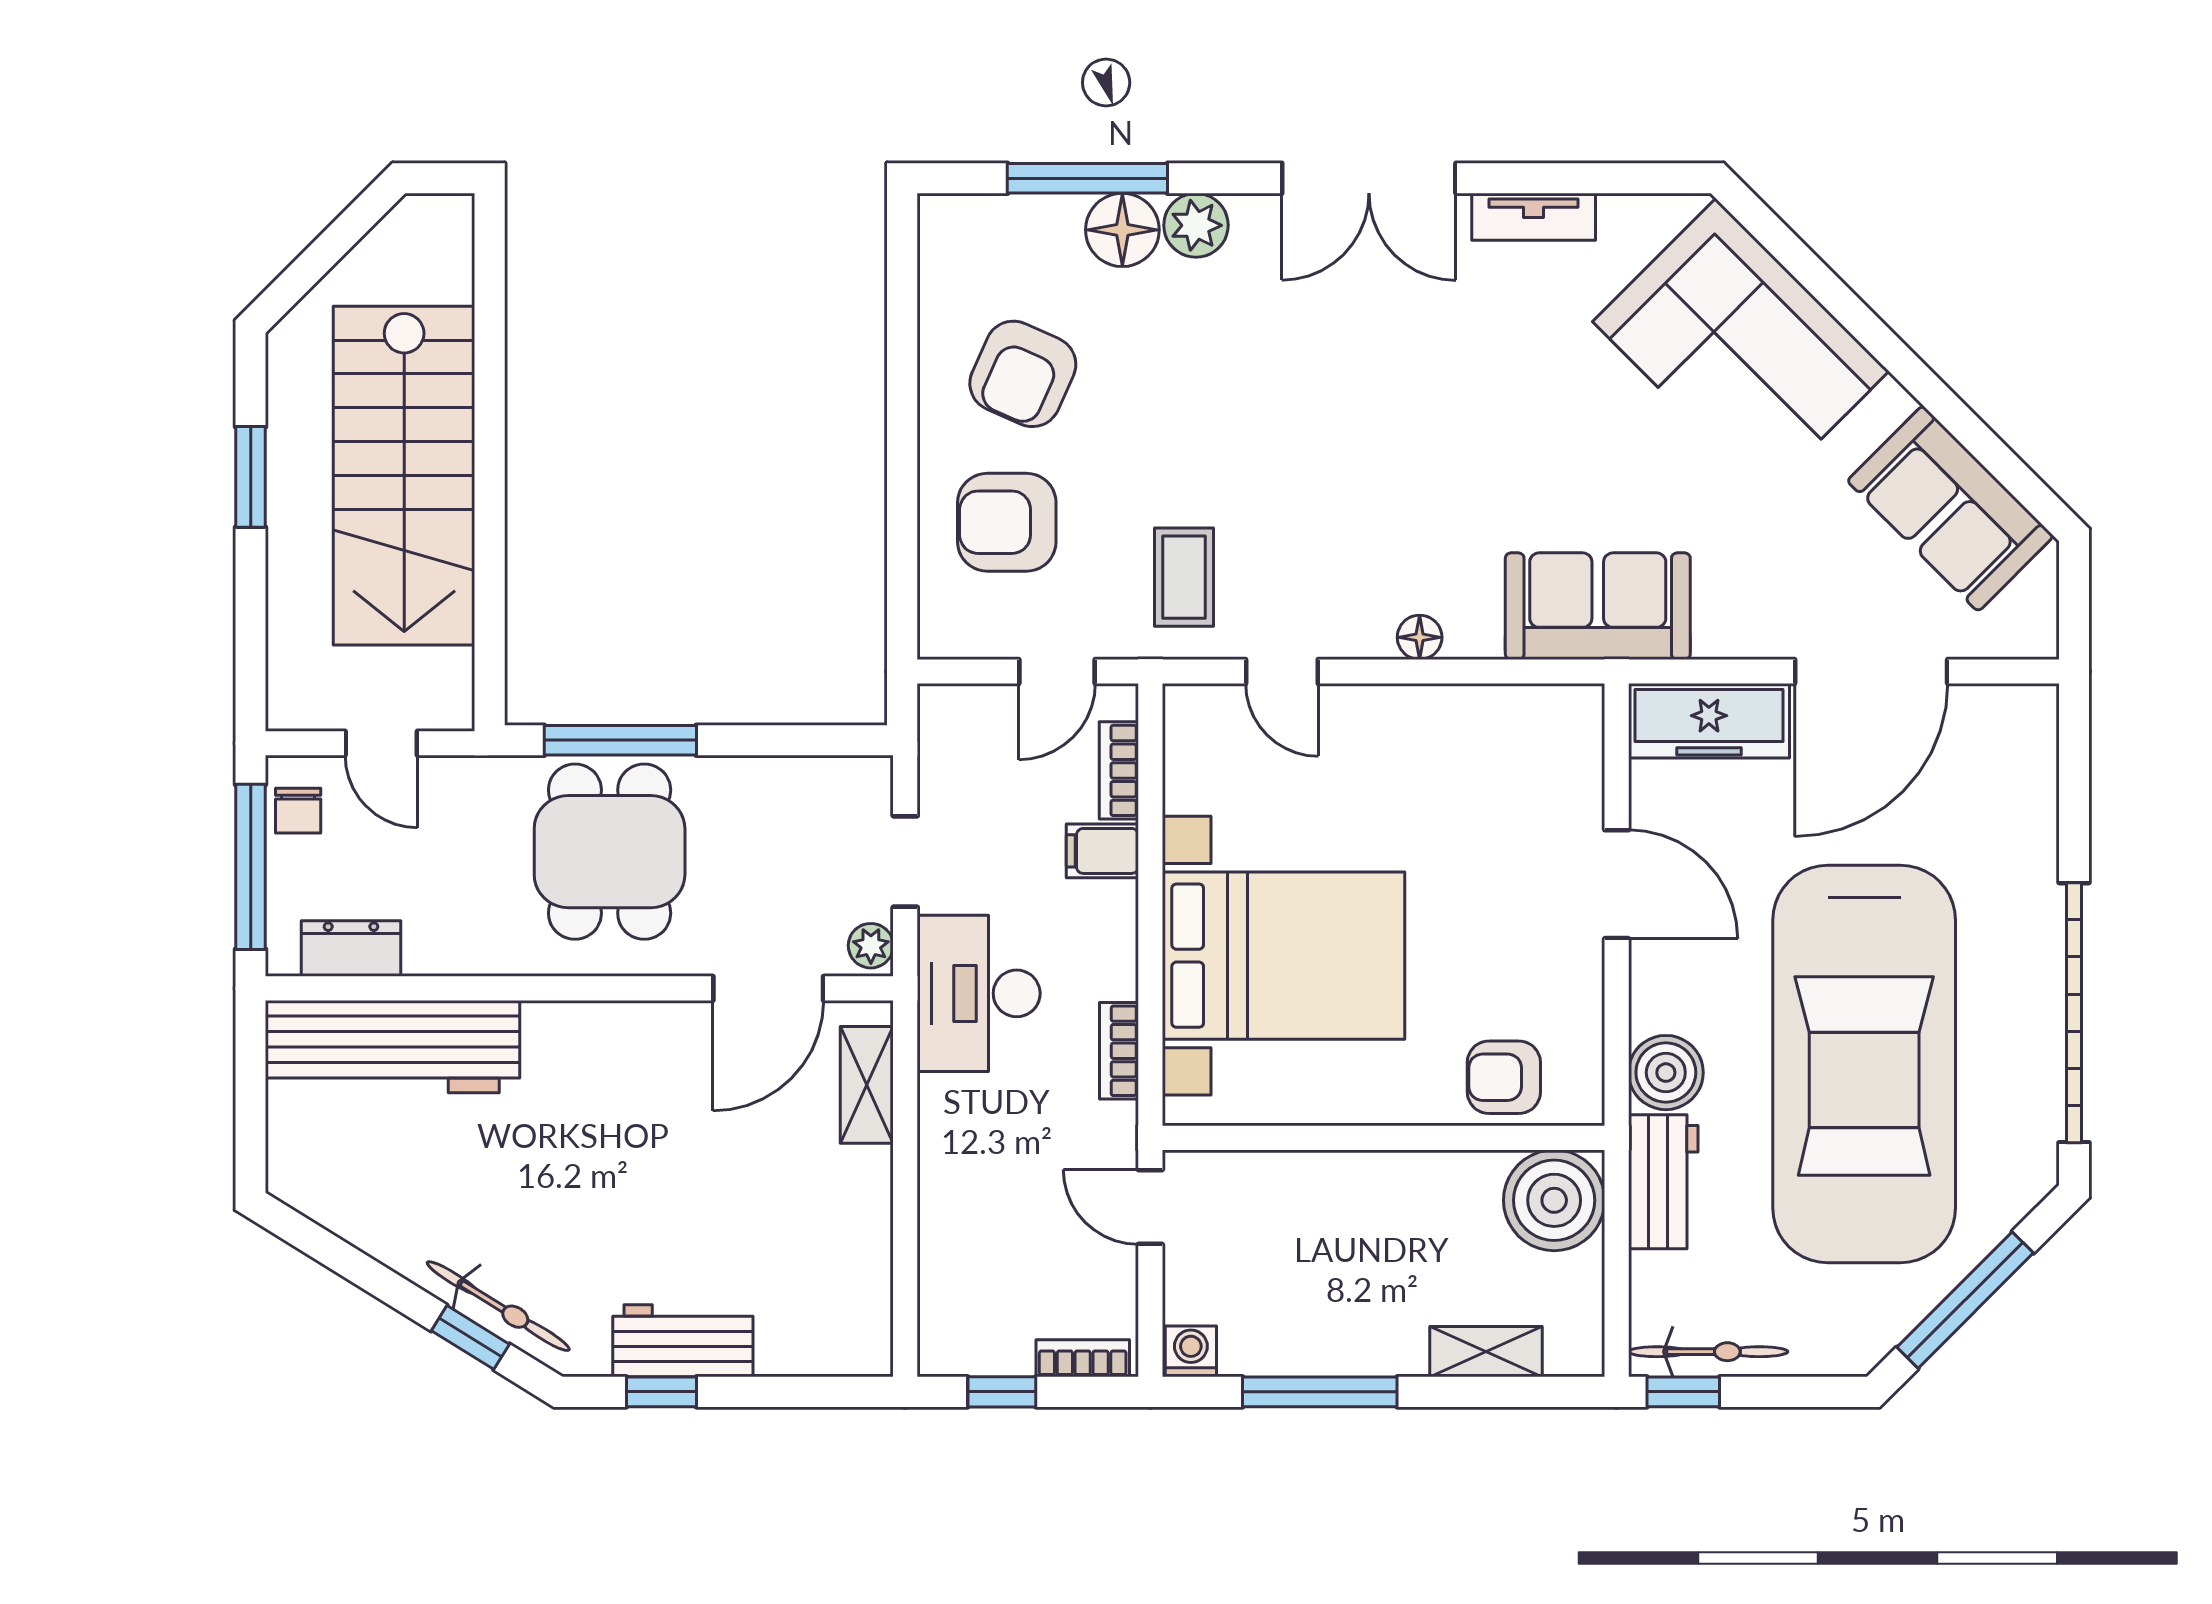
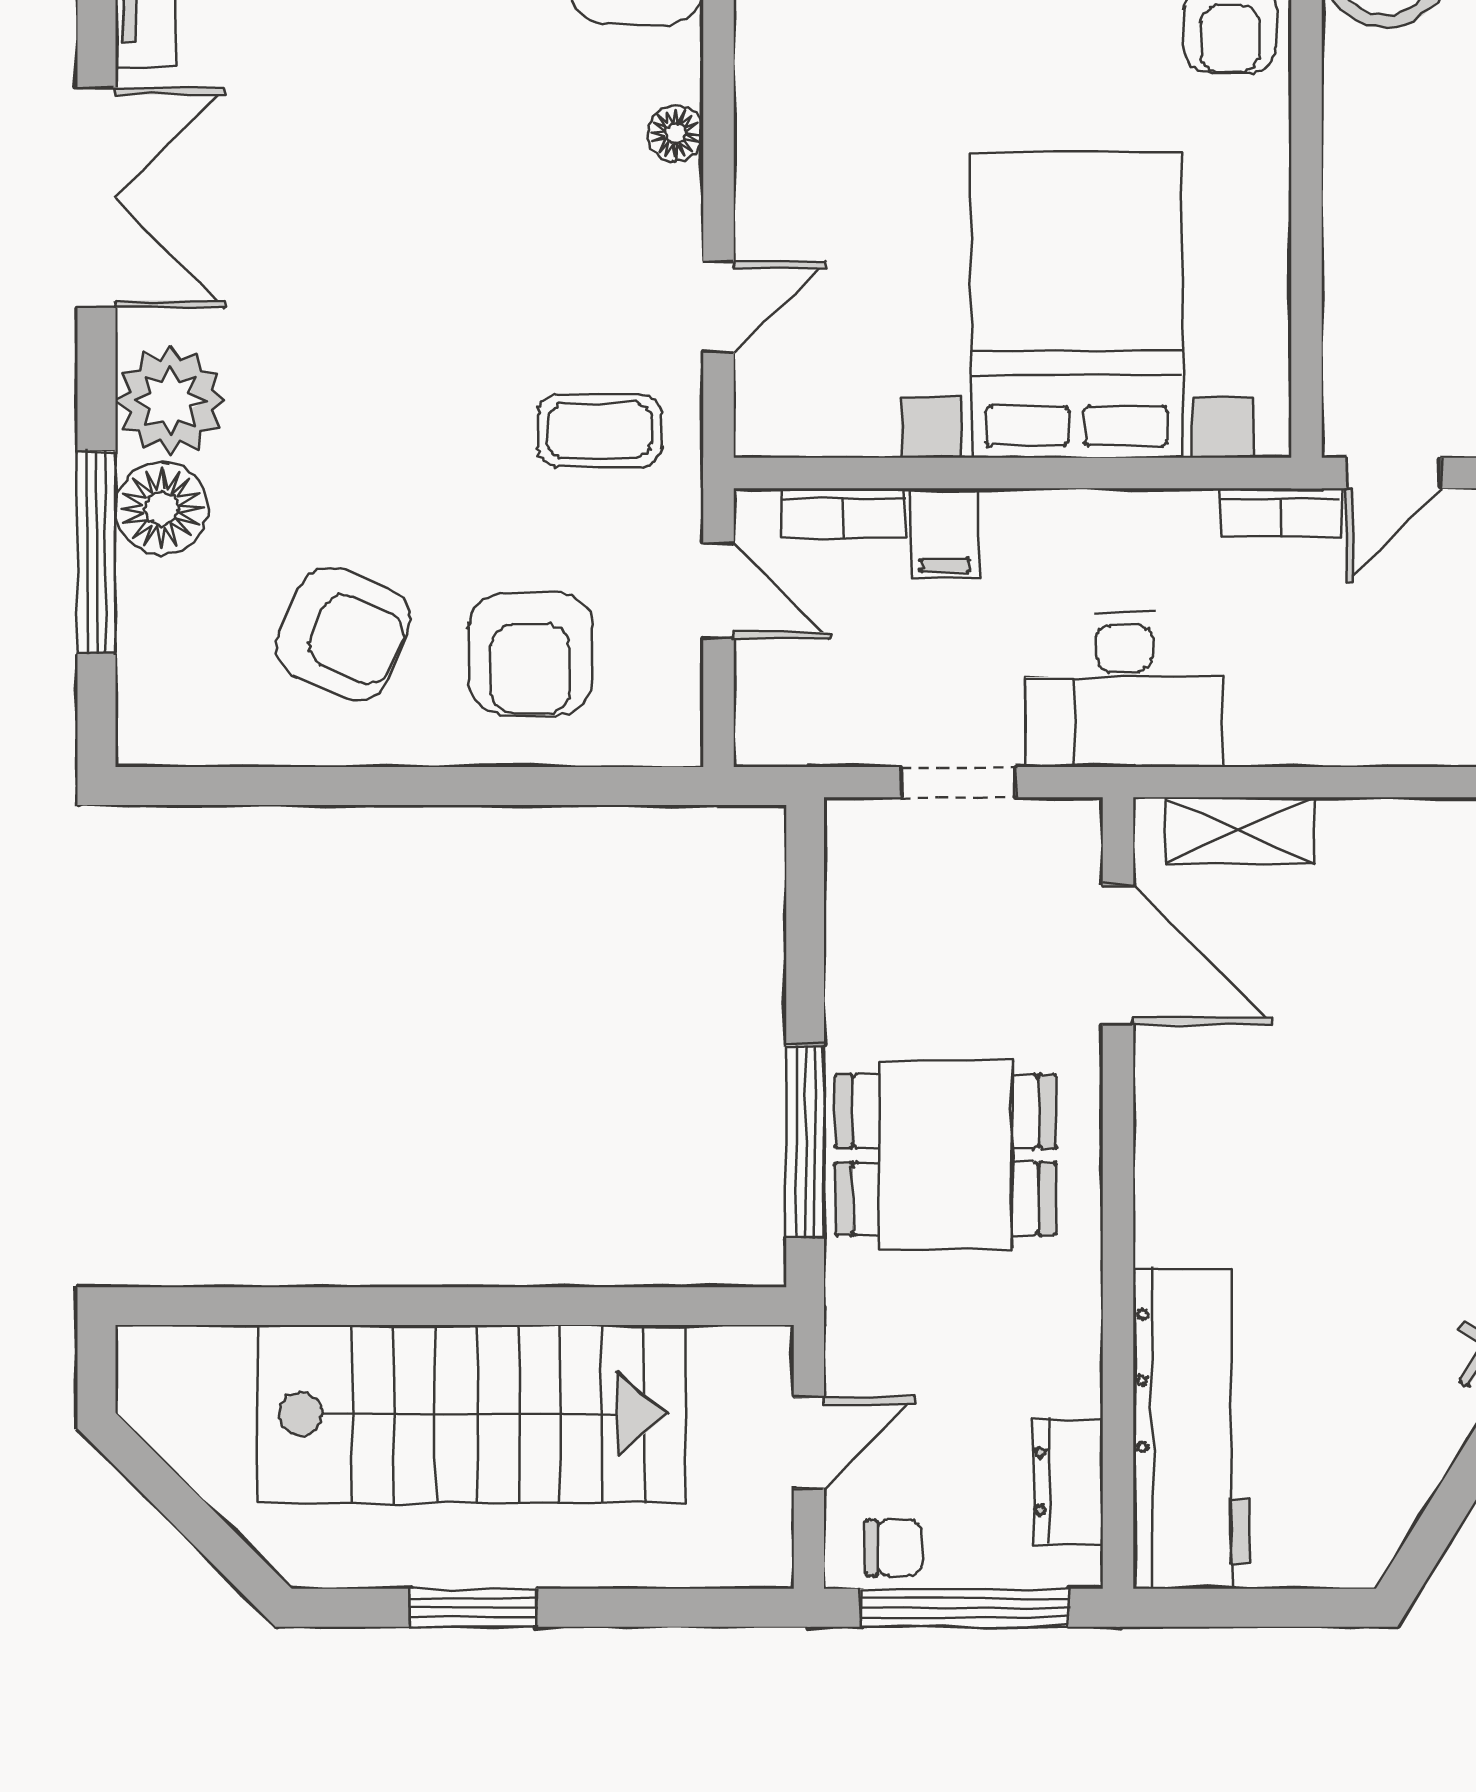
plant: (1196, 225) -> (170, 401), width x1.36, depth x1.36
plant: (871, 946) -> (1064, 825), removed
bookcase: (1119, 1051) -> (1281, 513), moved

